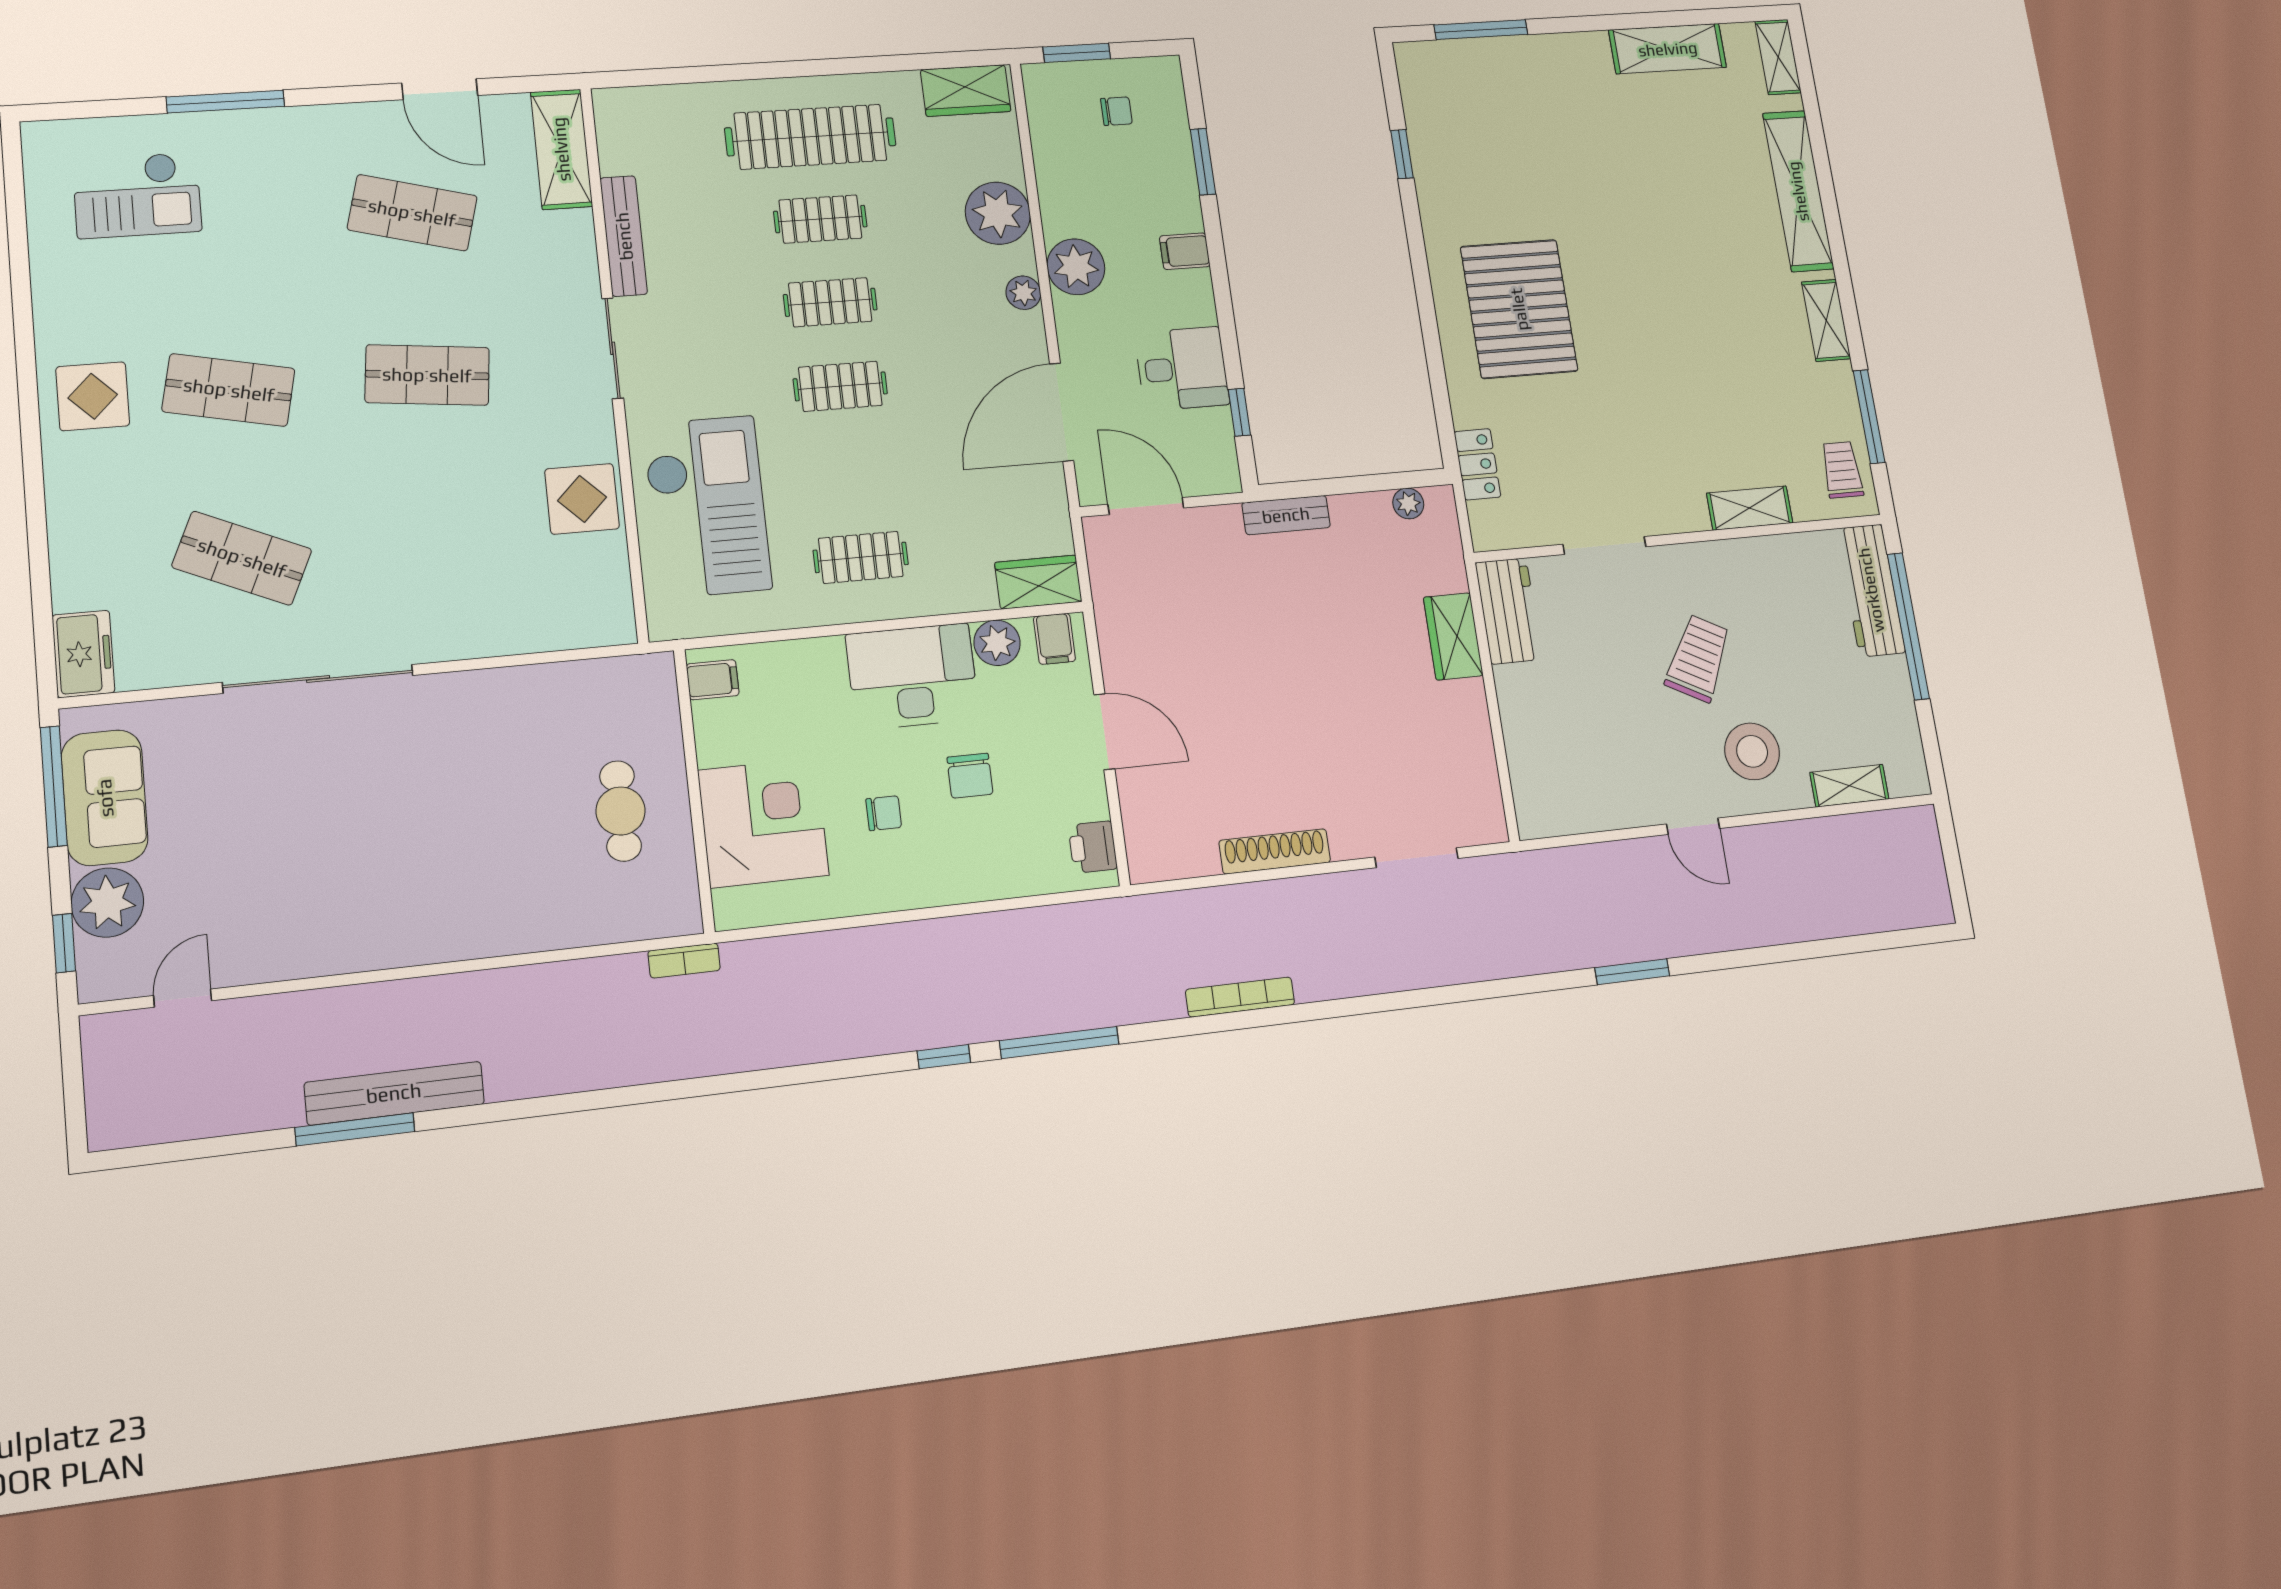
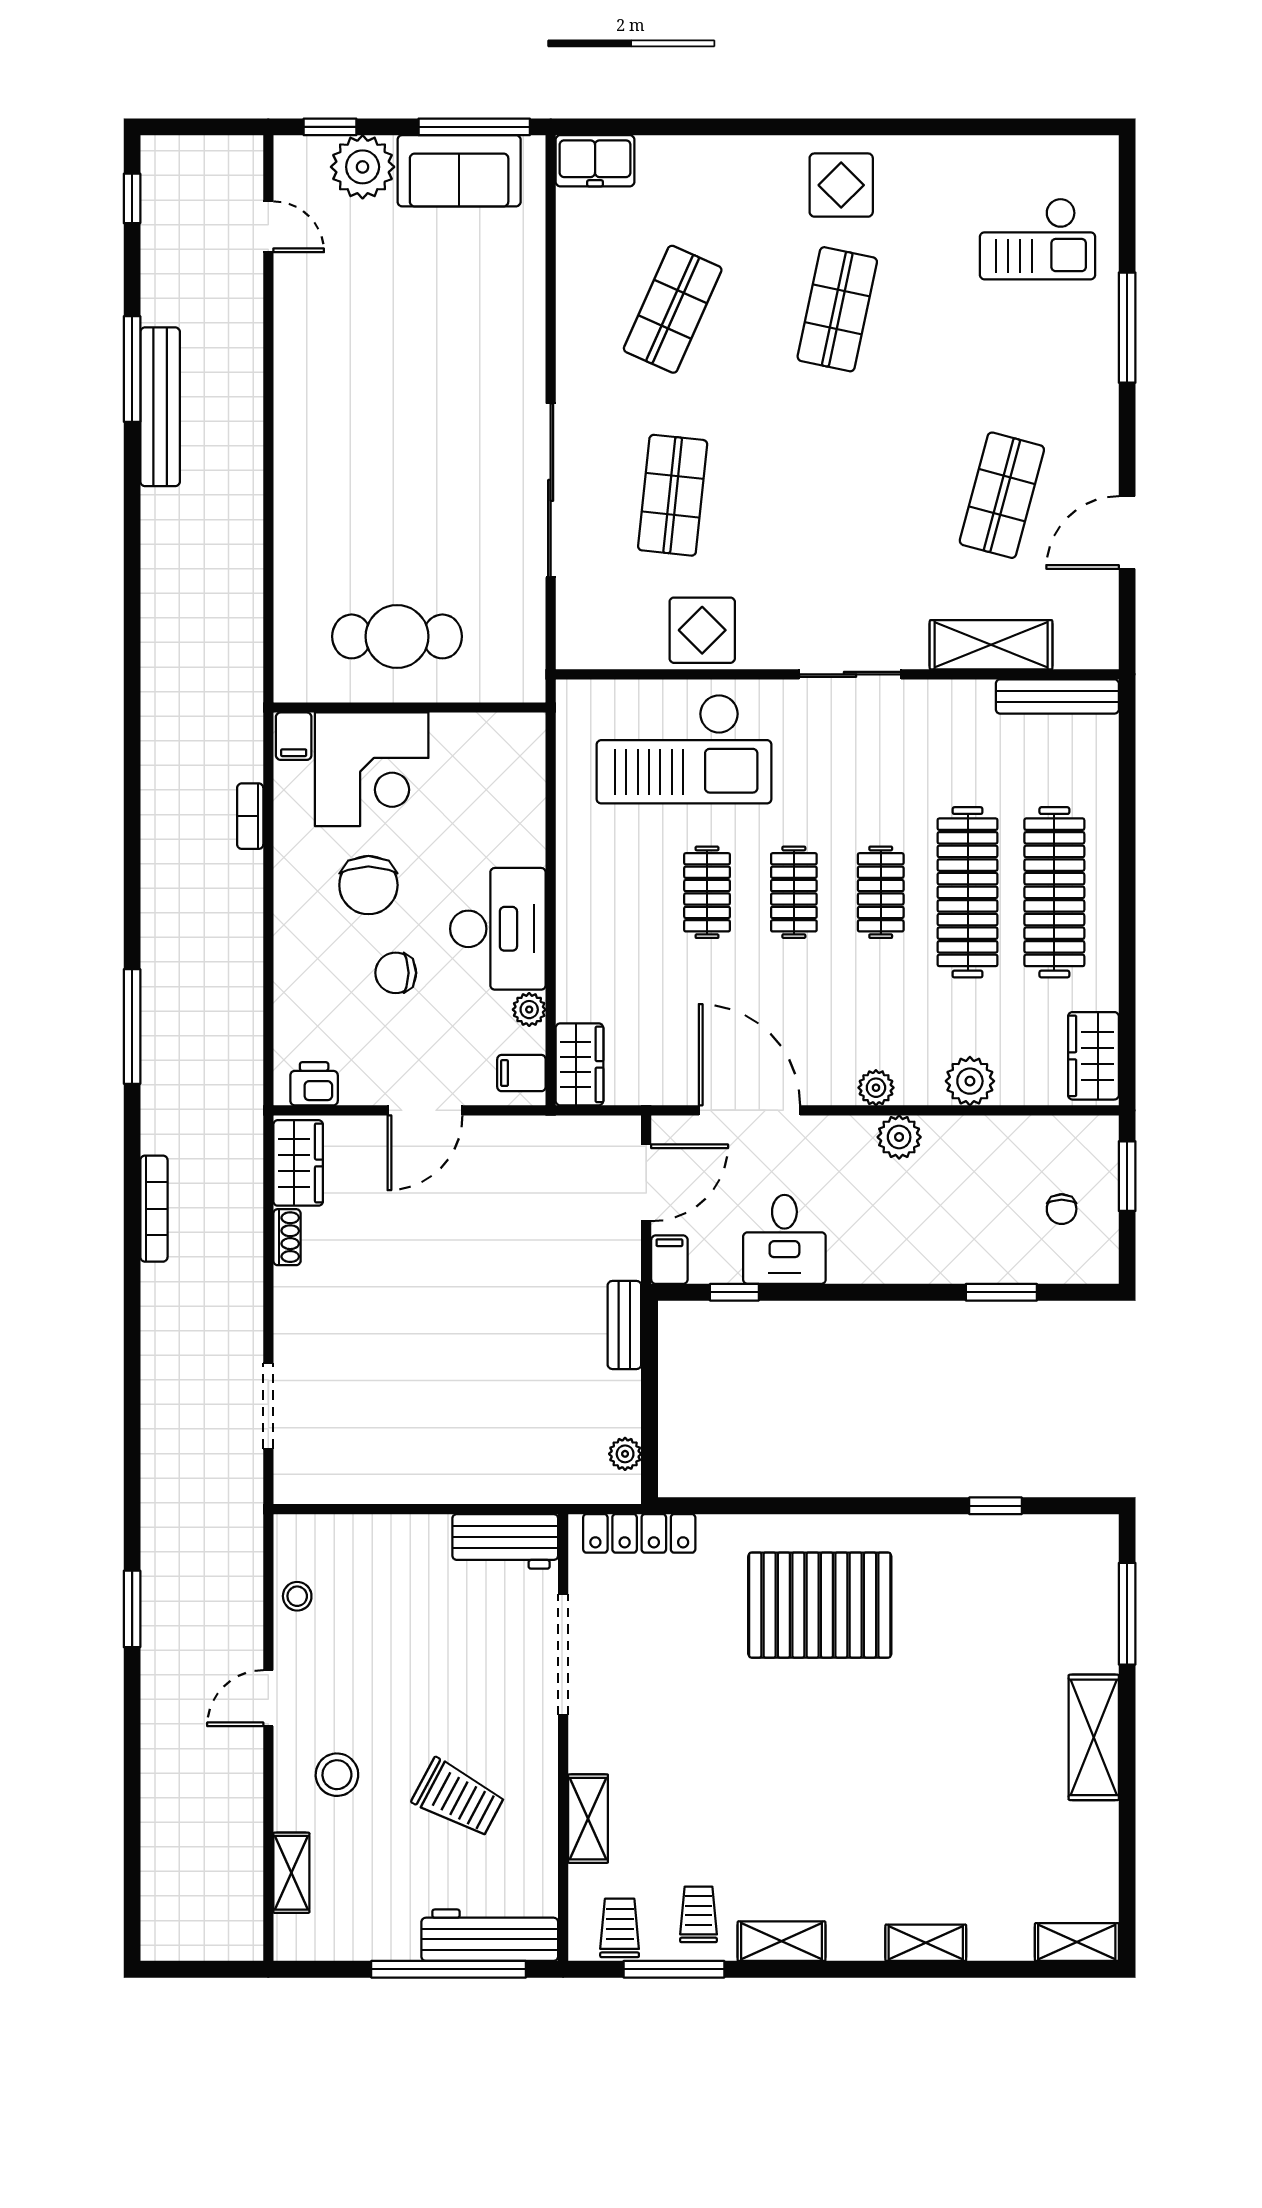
shelving: (1668, 49) -> (1094, 1737), moved
shelving: (561, 149) -> (991, 645), moved
shelving: (1798, 191) -> (926, 1943), width x0.45, depth x0.75
checkout: (137, 195) -> (1038, 239), turned -90
plant: (998, 213) -> (970, 1081), width x0.73, depth x0.73
clothes rail: (820, 219) -> (968, 892), width x1.86, depth x1.31
bench: (624, 236) -> (1057, 696), moved
filing cabinet: (1185, 251) -> (669, 1260), moved
plant: (1076, 267) -> (899, 1137), width x0.73, depth x0.73
shop shelf: (427, 375) -> (673, 495), moved
trolley: (1817, 398) -> (699, 1914), added
locker: (1477, 464) -> (639, 1533), width x1.53
trolley: (1842, 470) -> (620, 1928), turned -90
doorway: (1604, 545) -> (563, 1655), width x1.36
clothes rail: (861, 557) -> (707, 892), moved
wardrobe: (1453, 636) -> (298, 1163), moved, turned 90
plant: (997, 643) -> (529, 1010), width x0.73, depth x0.73
trolley: (1698, 658) -> (458, 1798), moved
sliding door: (318, 679) -> (551, 490), moved
filing cabinet: (713, 680) -> (294, 736), moved
stool: (1752, 751) -> (337, 1775), width x0.73, depth x0.73
stool: (1593, 809) -> (297, 1596), added
cafe table: (621, 811) -> (397, 636), width x1.37, depth x1.35
chair: (884, 813) -> (368, 885), width x1.87, depth x1.87
shoe rack: (1275, 851) -> (287, 1237), width x0.51, depth x0.81
bookcase: (684, 961) -> (250, 816), moved
window: (944, 1057) -> (132, 198), moved

